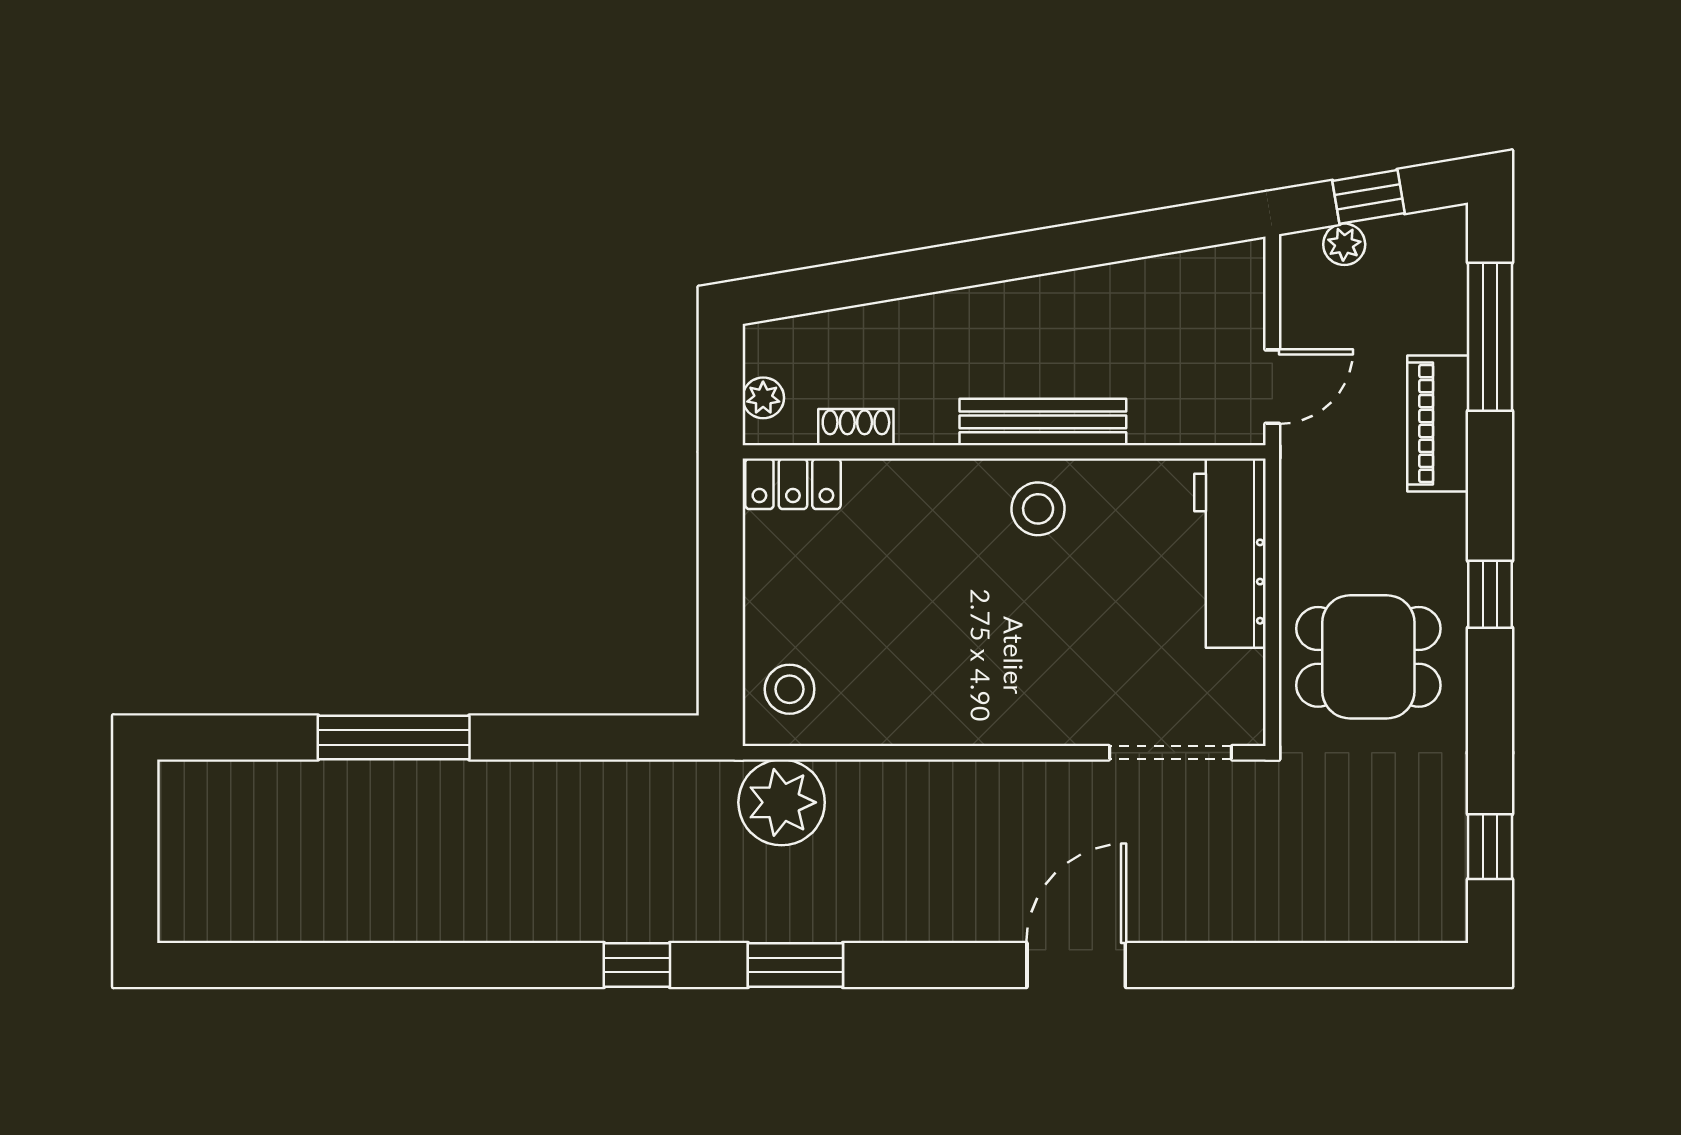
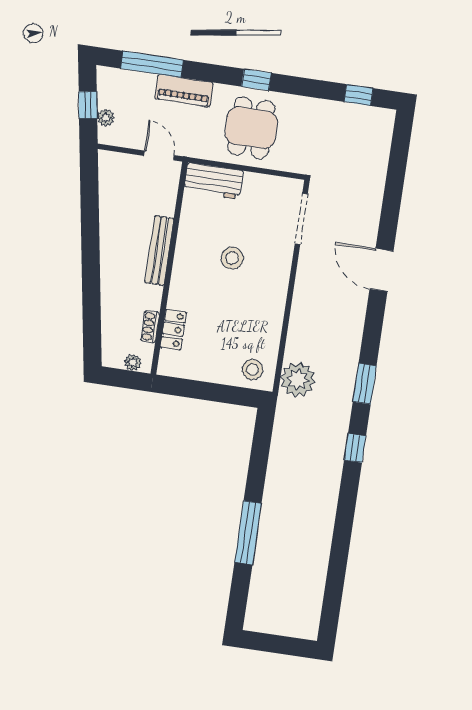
locker: (793, 484) -> (173, 330), moved
stool: (1038, 509) -> (232, 258), moved
workbench: (1230, 553) -> (213, 181), width x0.73
dining table: (1368, 657) -> (251, 128), moved

